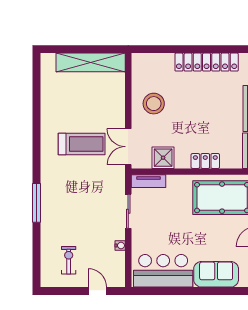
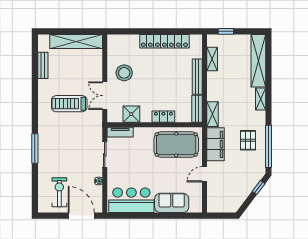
bench: (47, 94) -> (43, 65), added
treadmill: (82, 144) -> (69, 104), turned 180
double door: (128, 147) -> (105, 96), moved
exercise bike: (69, 260) -> (59, 192), width x1.38, depth x1.39
door: (97, 291) -> (81, 216), width x1.88

